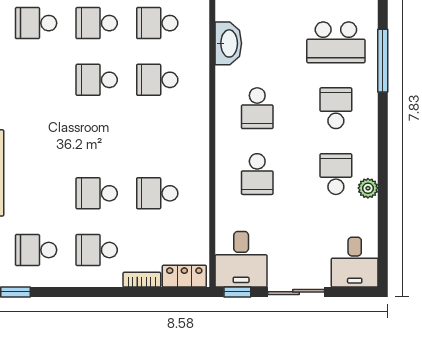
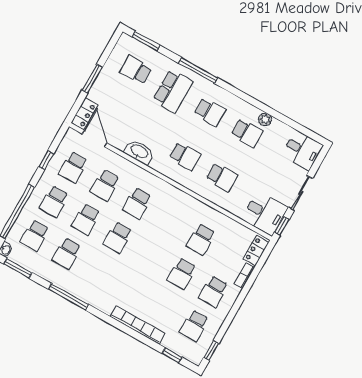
school desk: (336, 108) -> (210, 112), turned 180
school desk: (336, 174) -> (247, 133), turned 180

